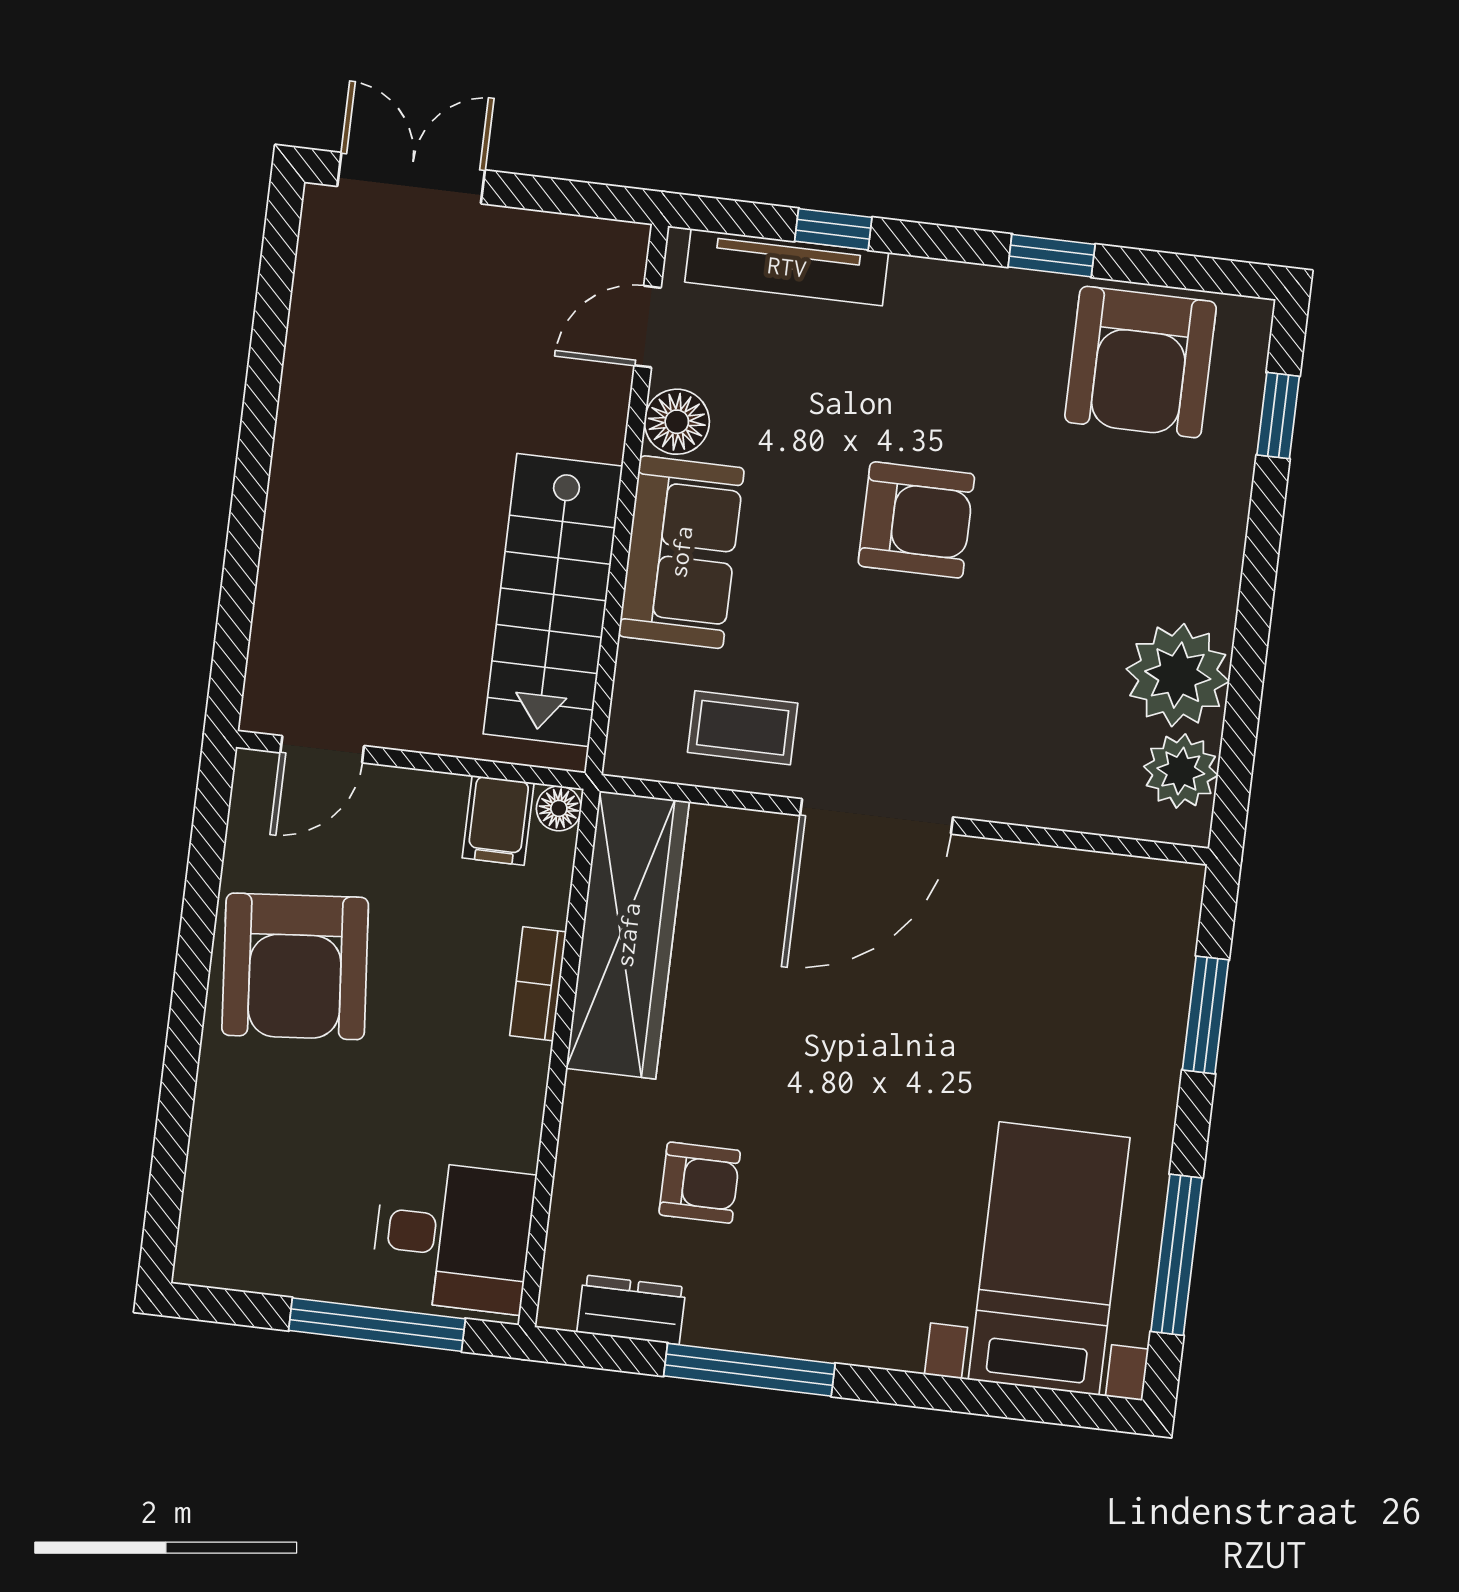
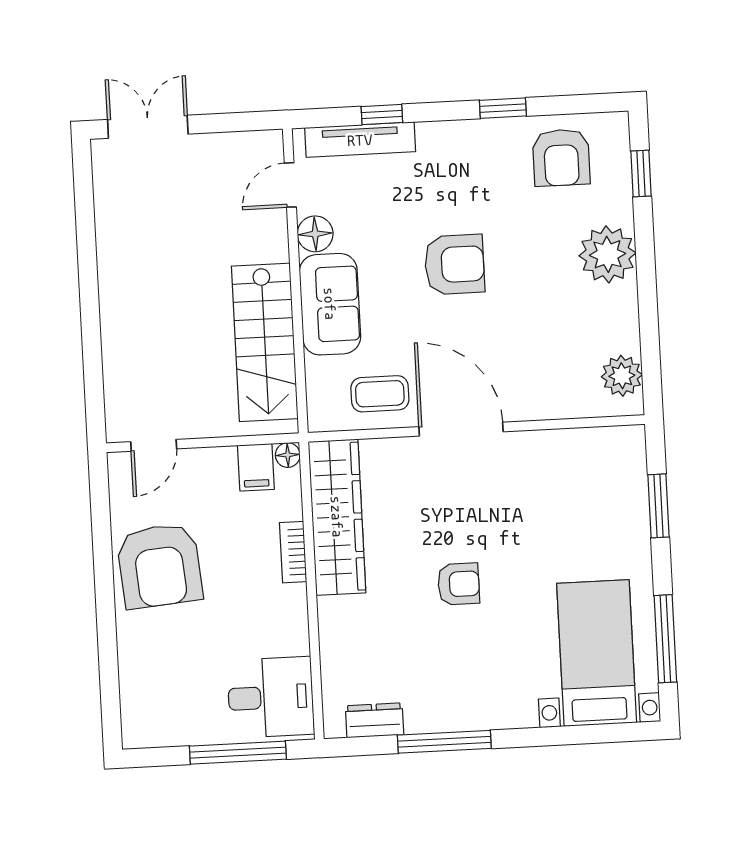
armchair: (1141, 362) -> (561, 158), width x0.73, depth x0.73
plant: (1178, 675) -> (607, 254), moved
door: (877, 816) -> (461, 429), swing flipped
armchair: (700, 1183) -> (459, 584), moved

